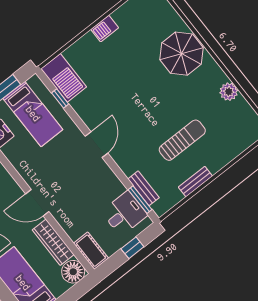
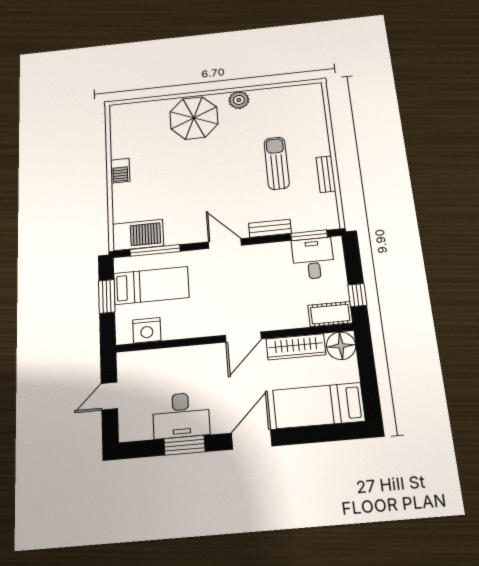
plant: (229, 92) -> (239, 100), moved
window: (60, 98) -> (155, 250), width x2.17
bench: (144, 188) -> (270, 228), moved
window: (132, 248) -> (357, 295), moved

